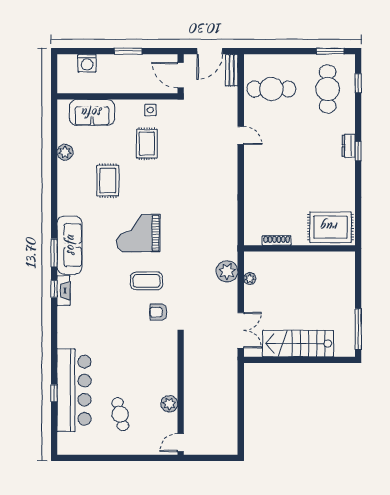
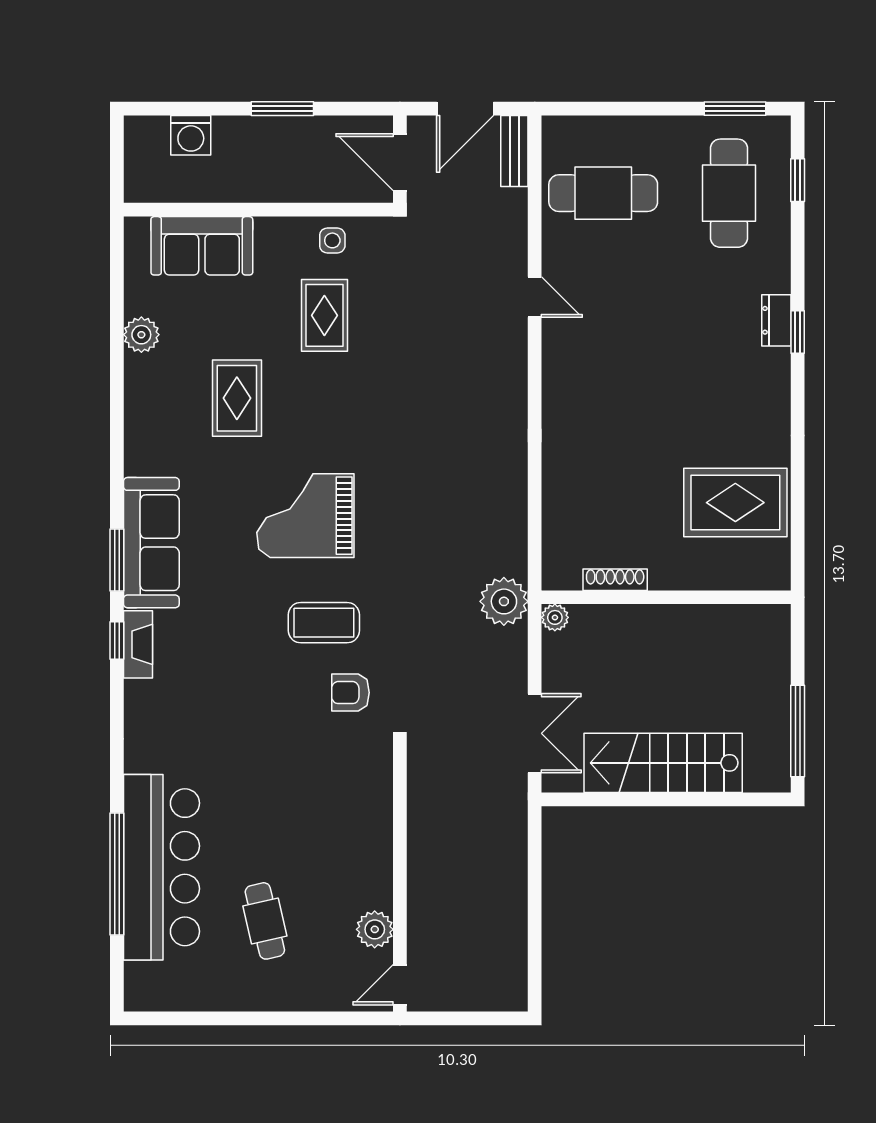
shoe rack: (277, 241) -> (615, 580), moved
wall: (299, 248) -> (666, 597), moved
window: (54, 393) -> (117, 874), width x3.17
plant: (169, 404) -> (375, 929), moved

